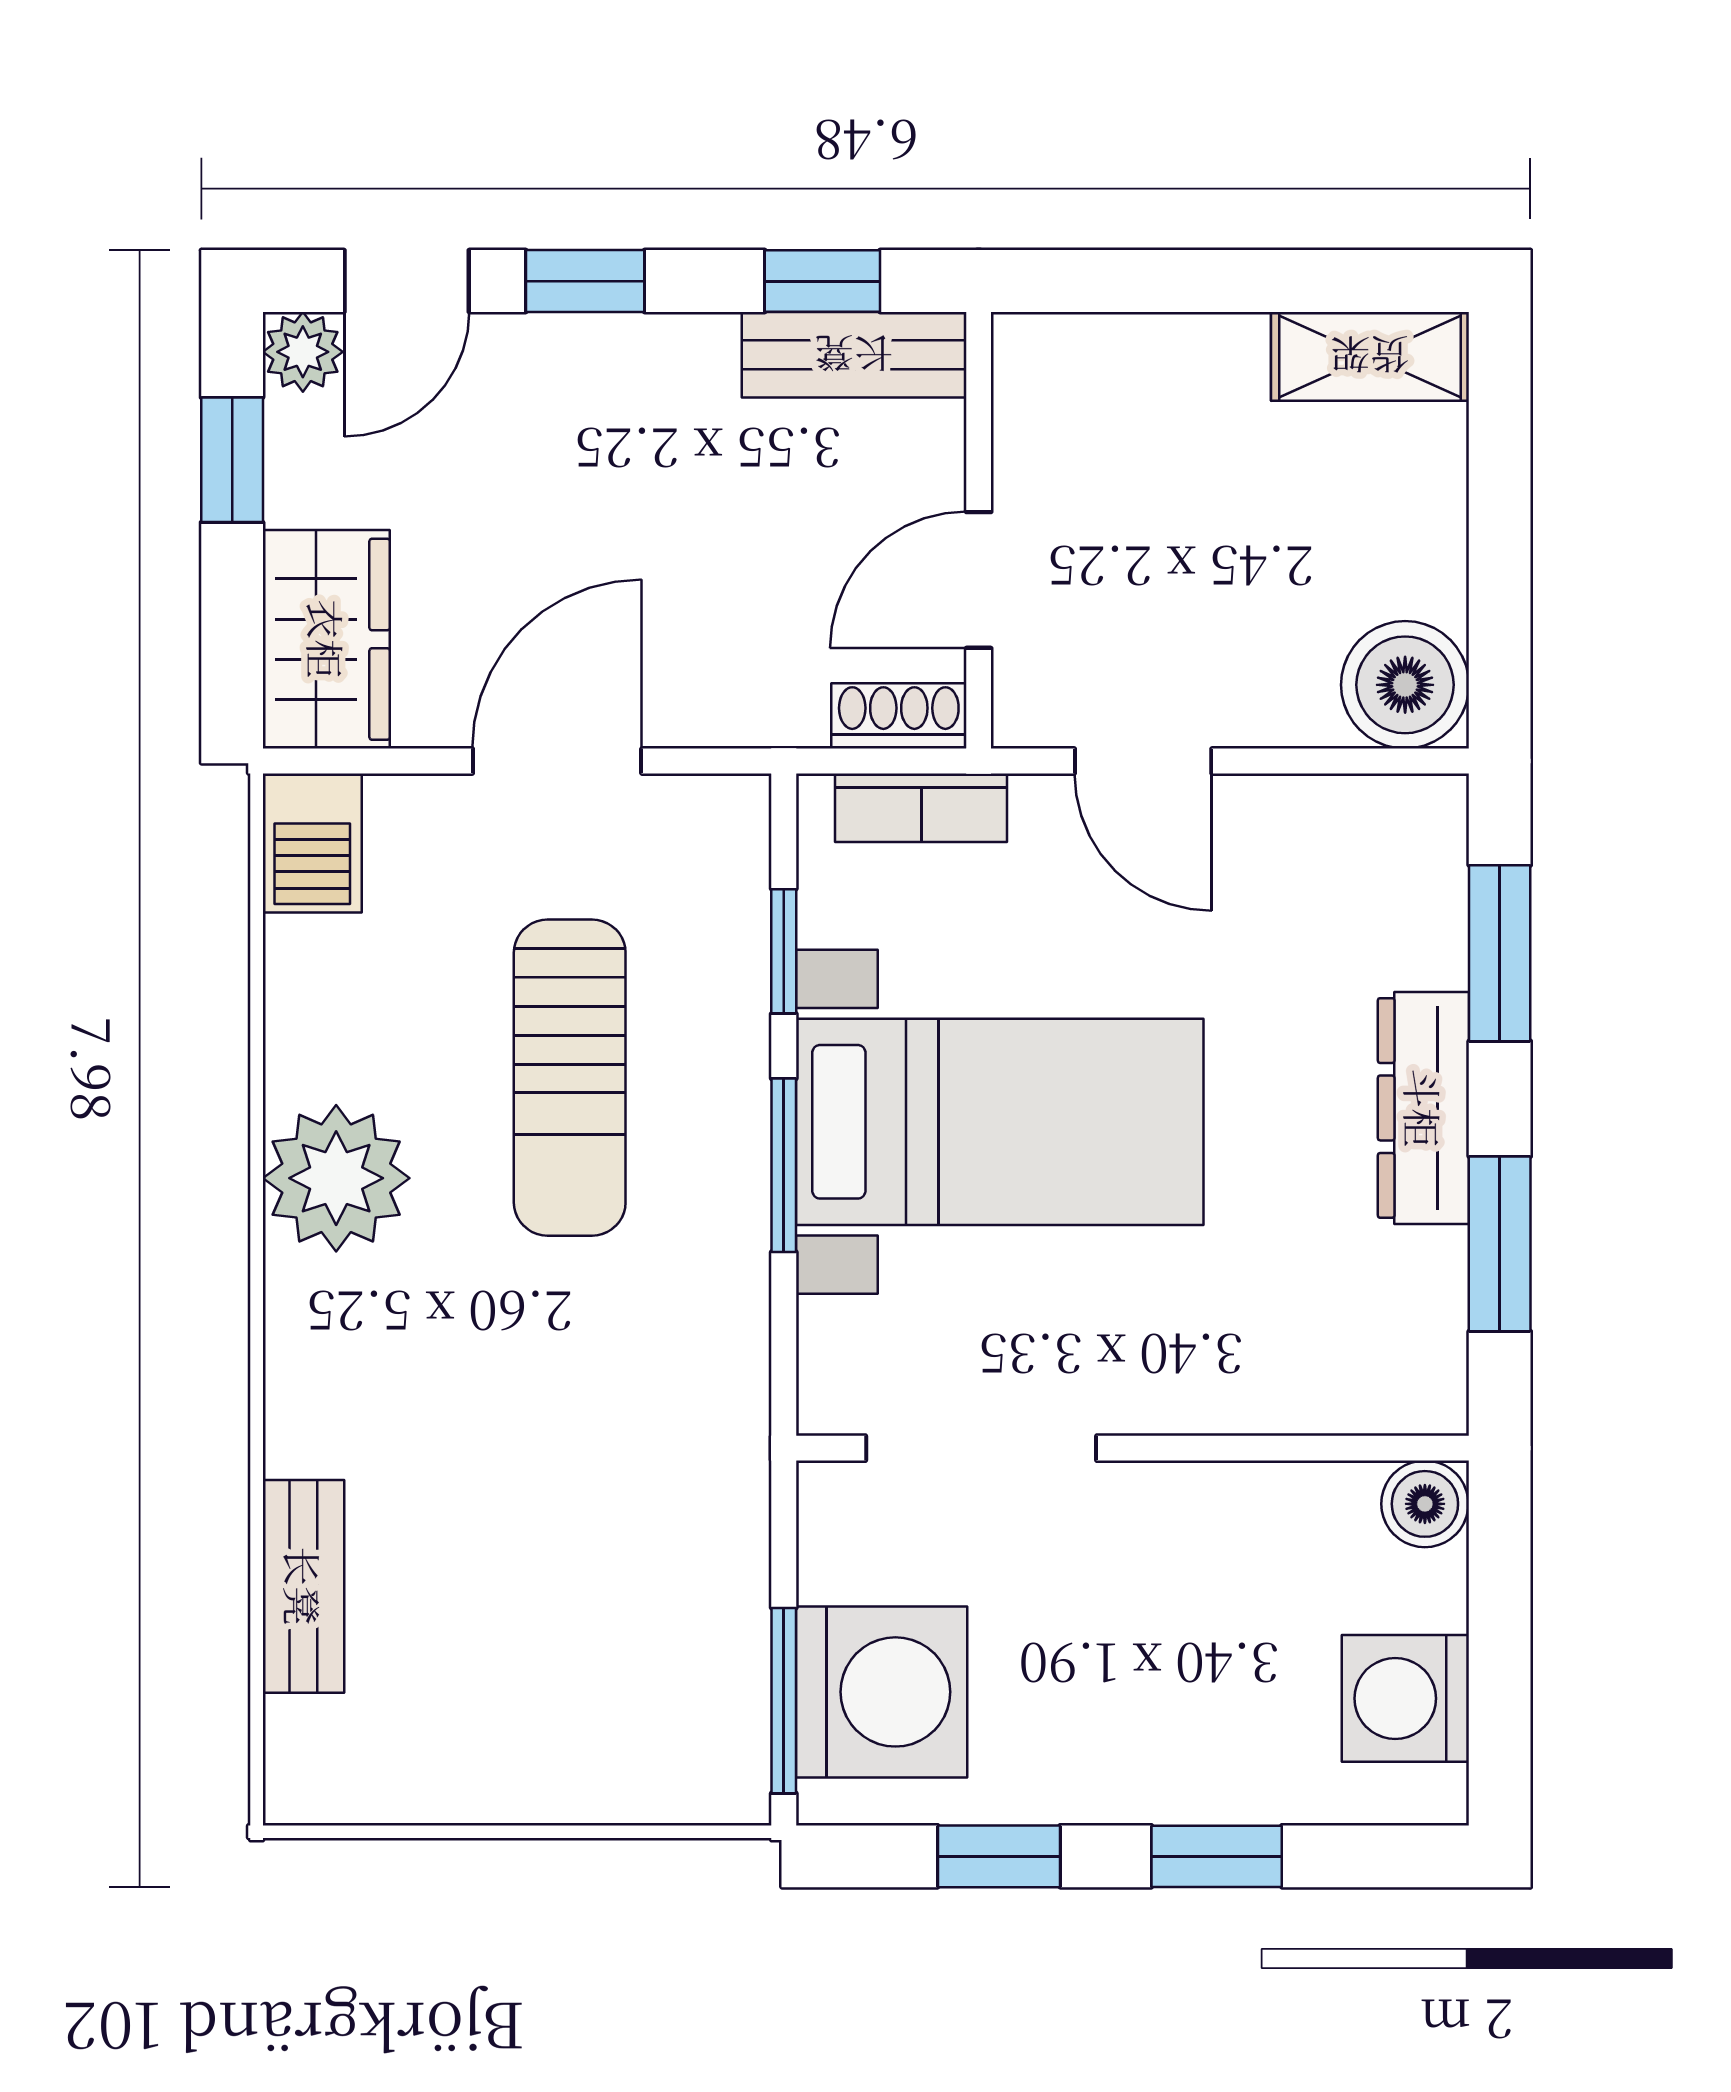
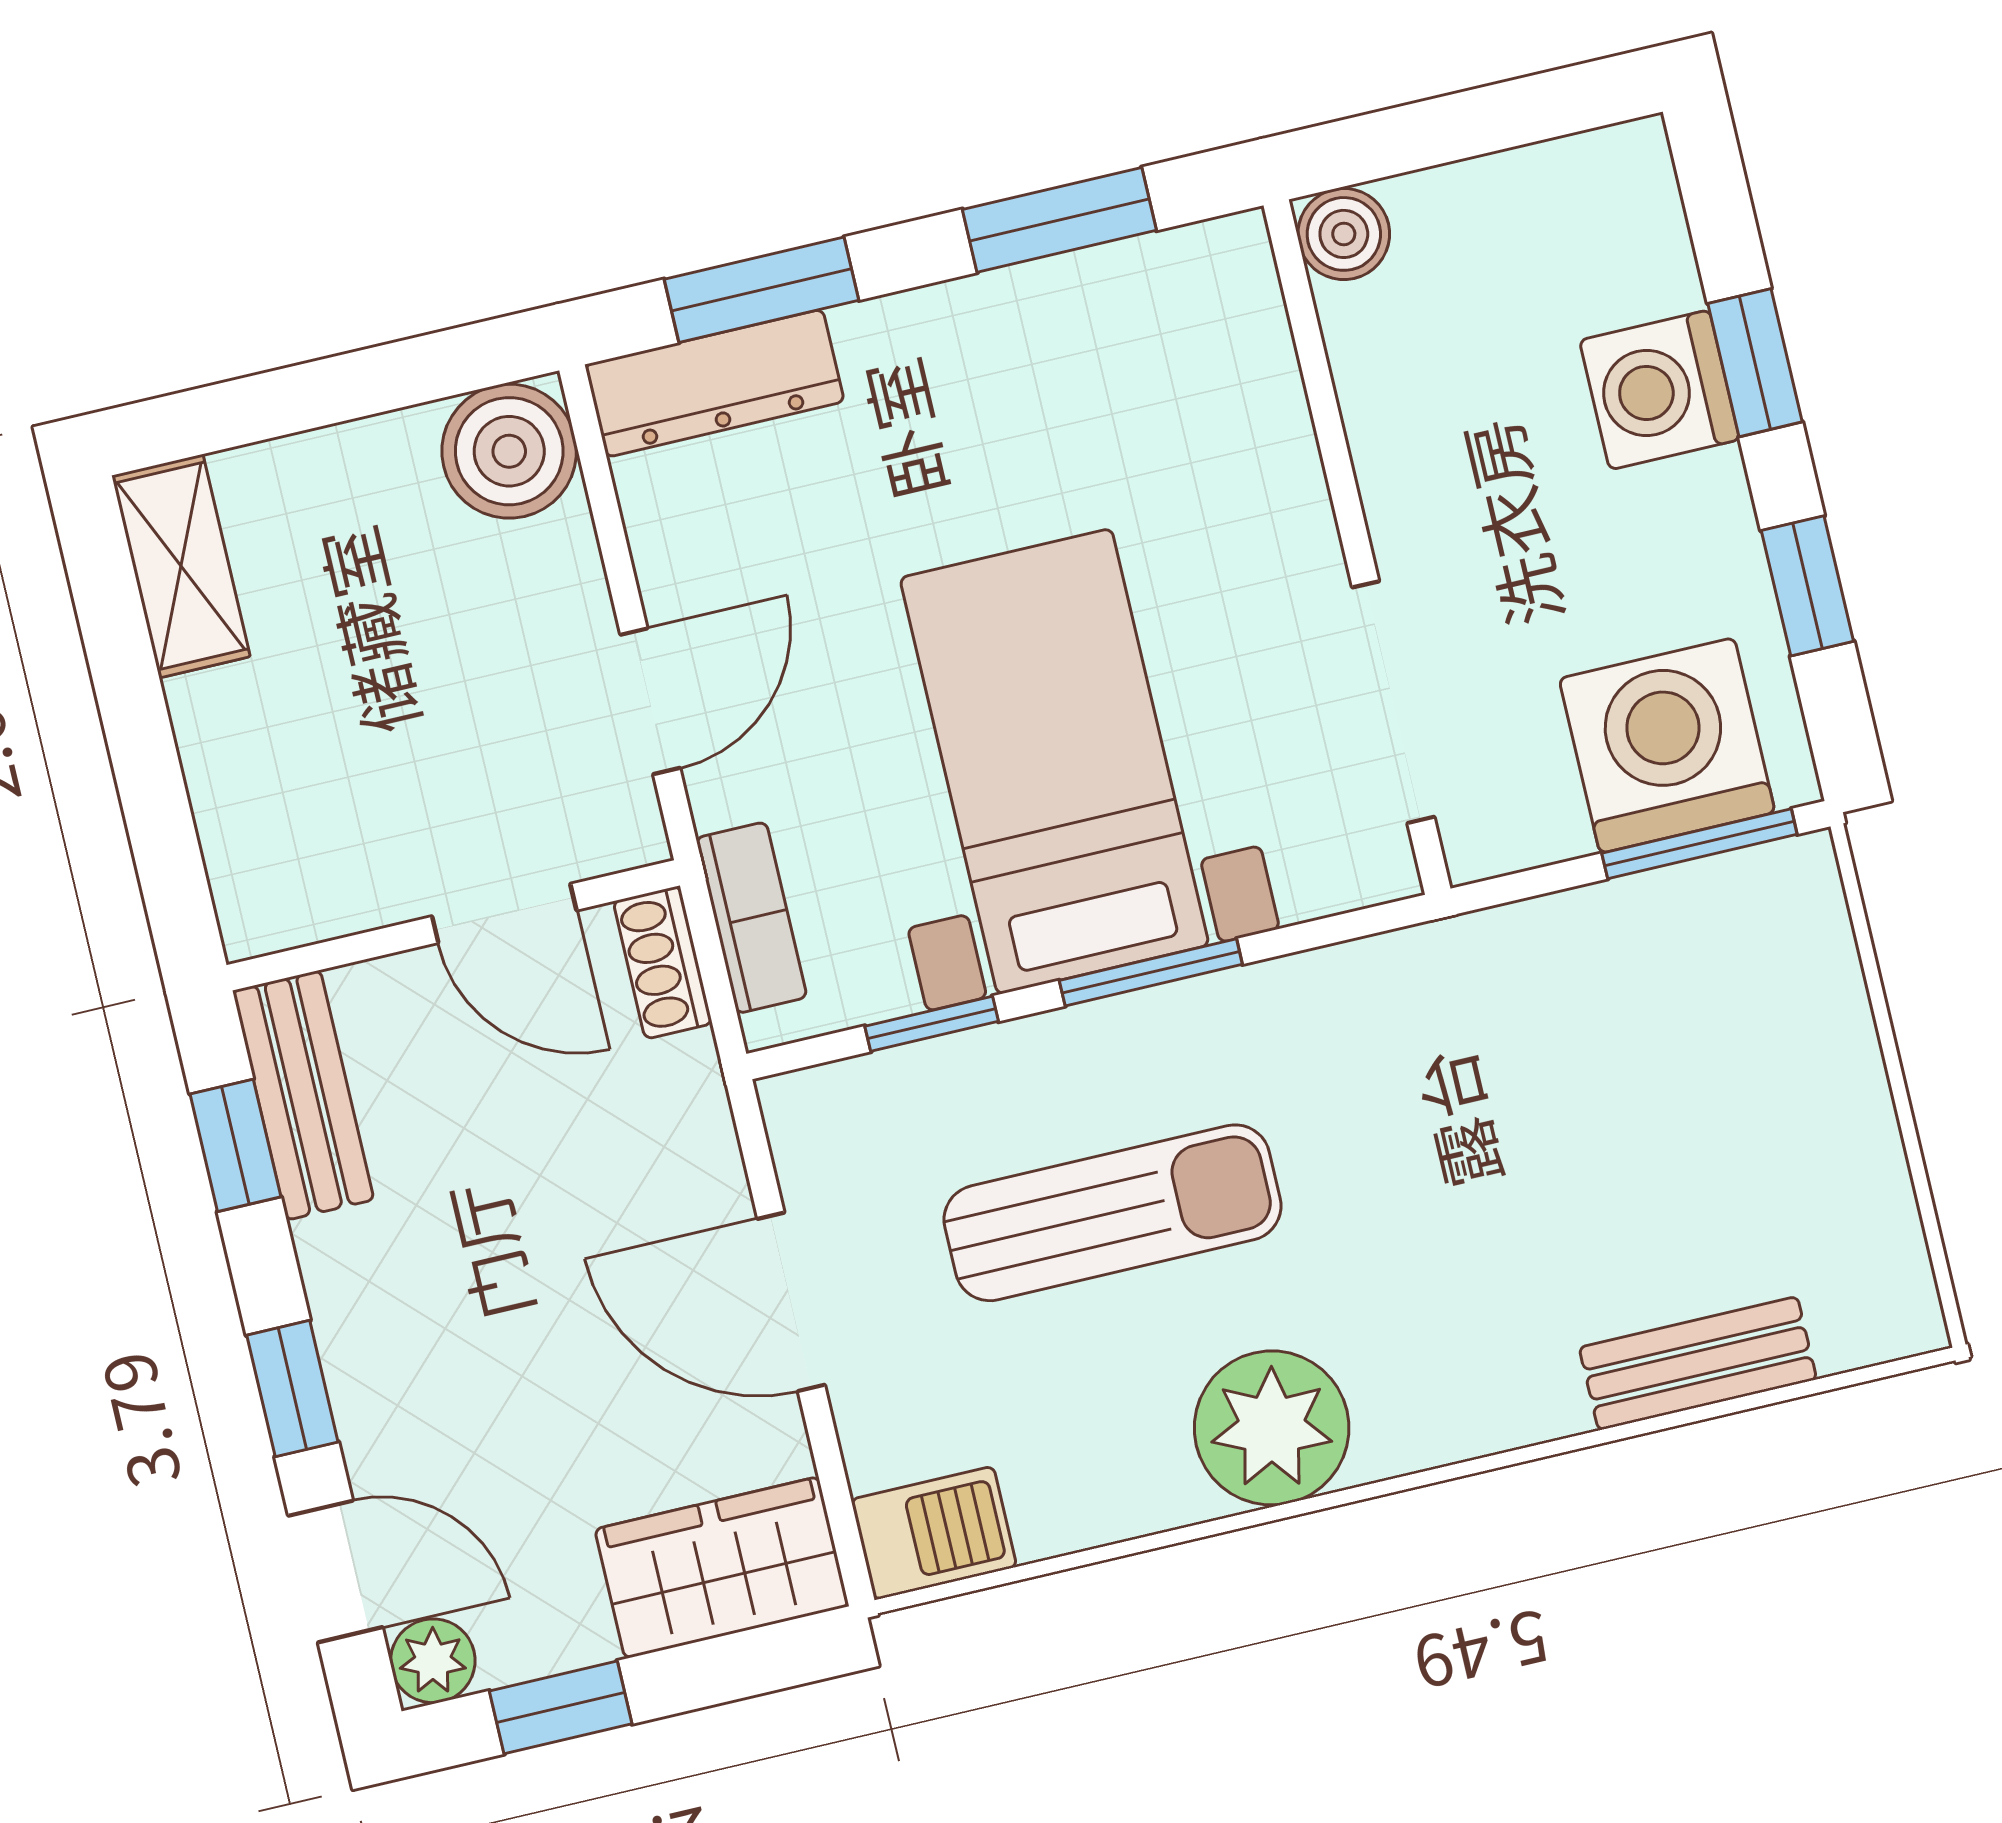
dresser: (1423, 1108) -> (714, 383), moved
washing machine: (1405, 1698) -> (1659, 390), moved, turned 90

